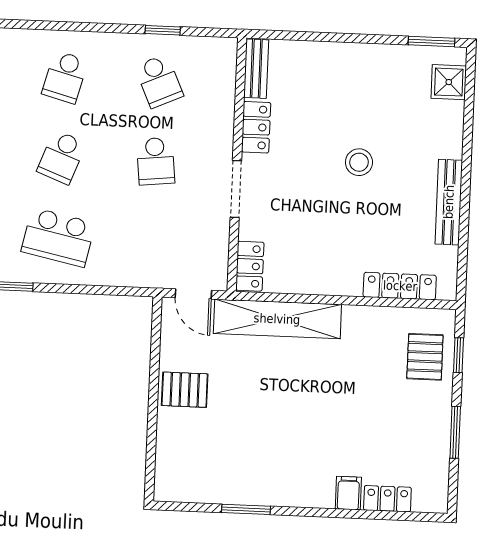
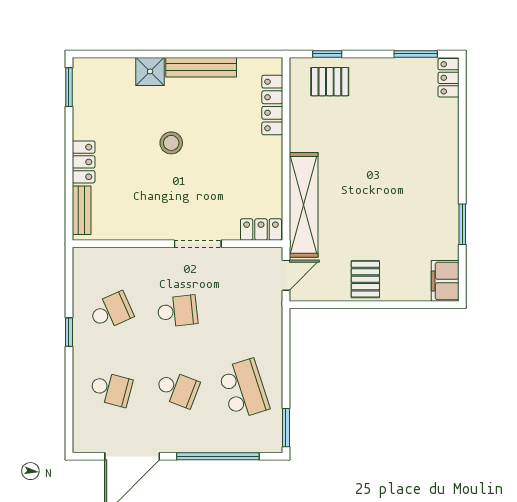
window: (163, 30) -> (69, 332), moved
bench: (256, 69) -> (82, 210), moved, turned 90
shower: (449, 82) -> (150, 71), moved
locker: (256, 127) -> (84, 162), moved, turned 90
school desk: (58, 237) -> (244, 389), turned -30
window: (455, 432) -> (416, 54), moved
filing cabinet: (348, 493) -> (445, 281), moved, width x2.00
locker: (387, 499) -> (448, 78), moved

